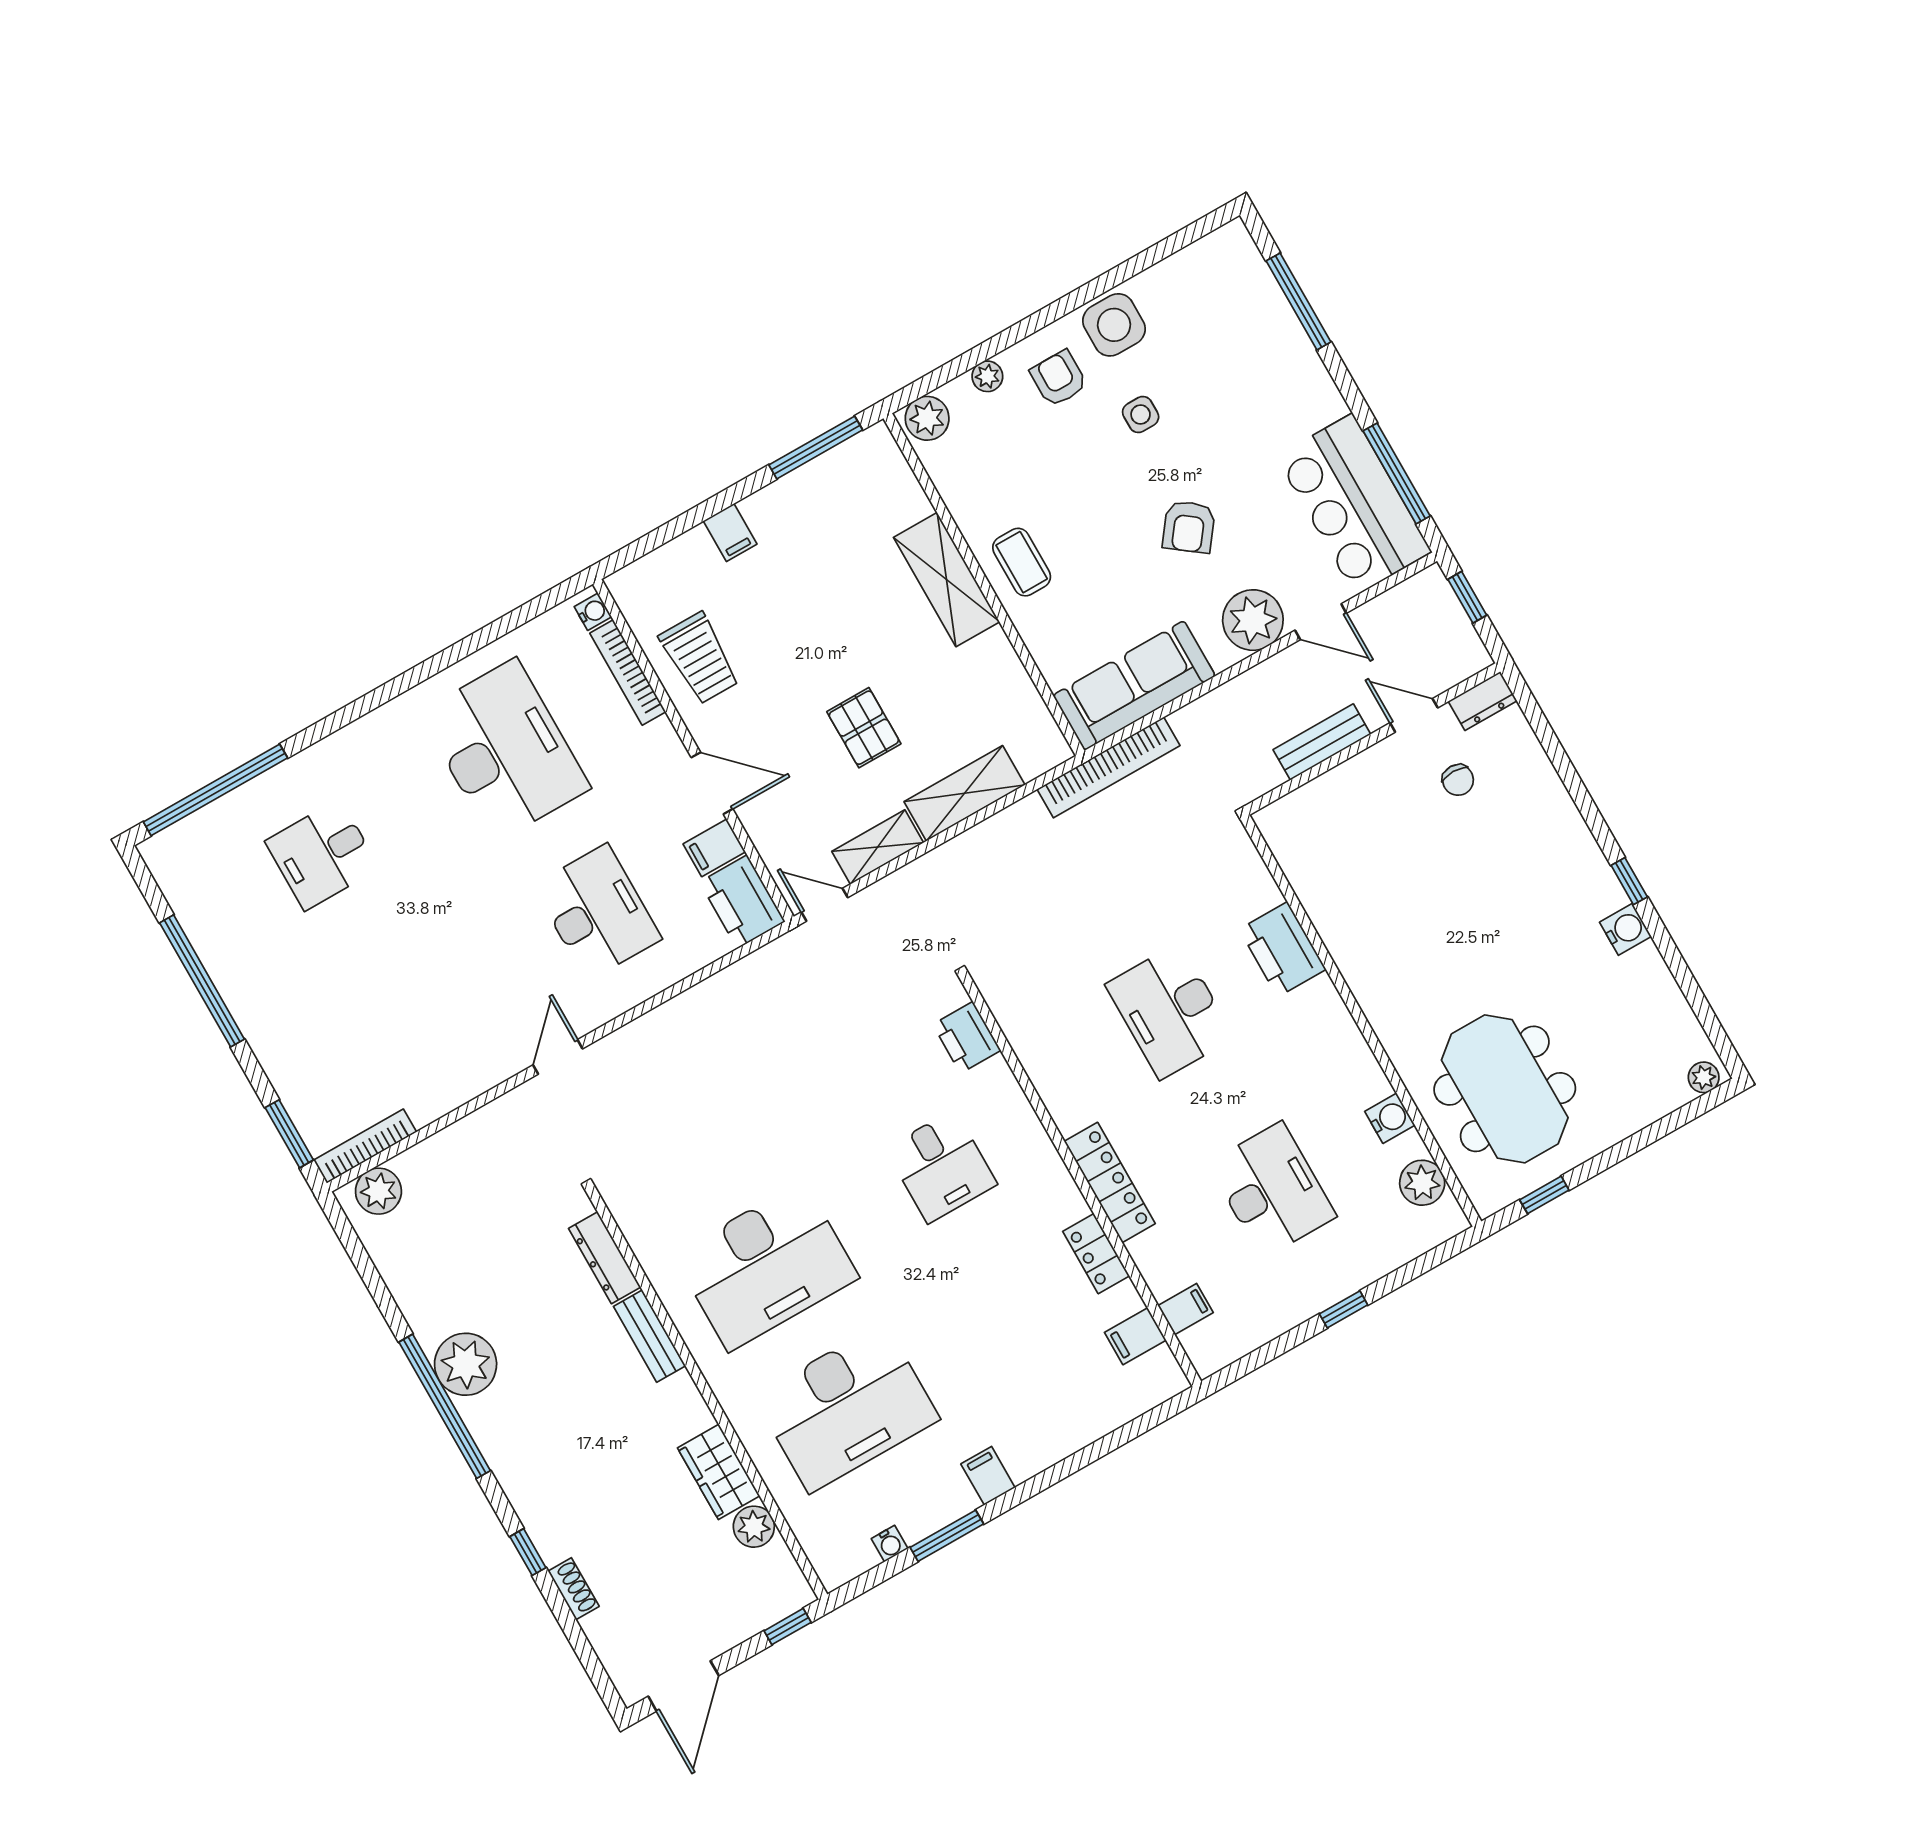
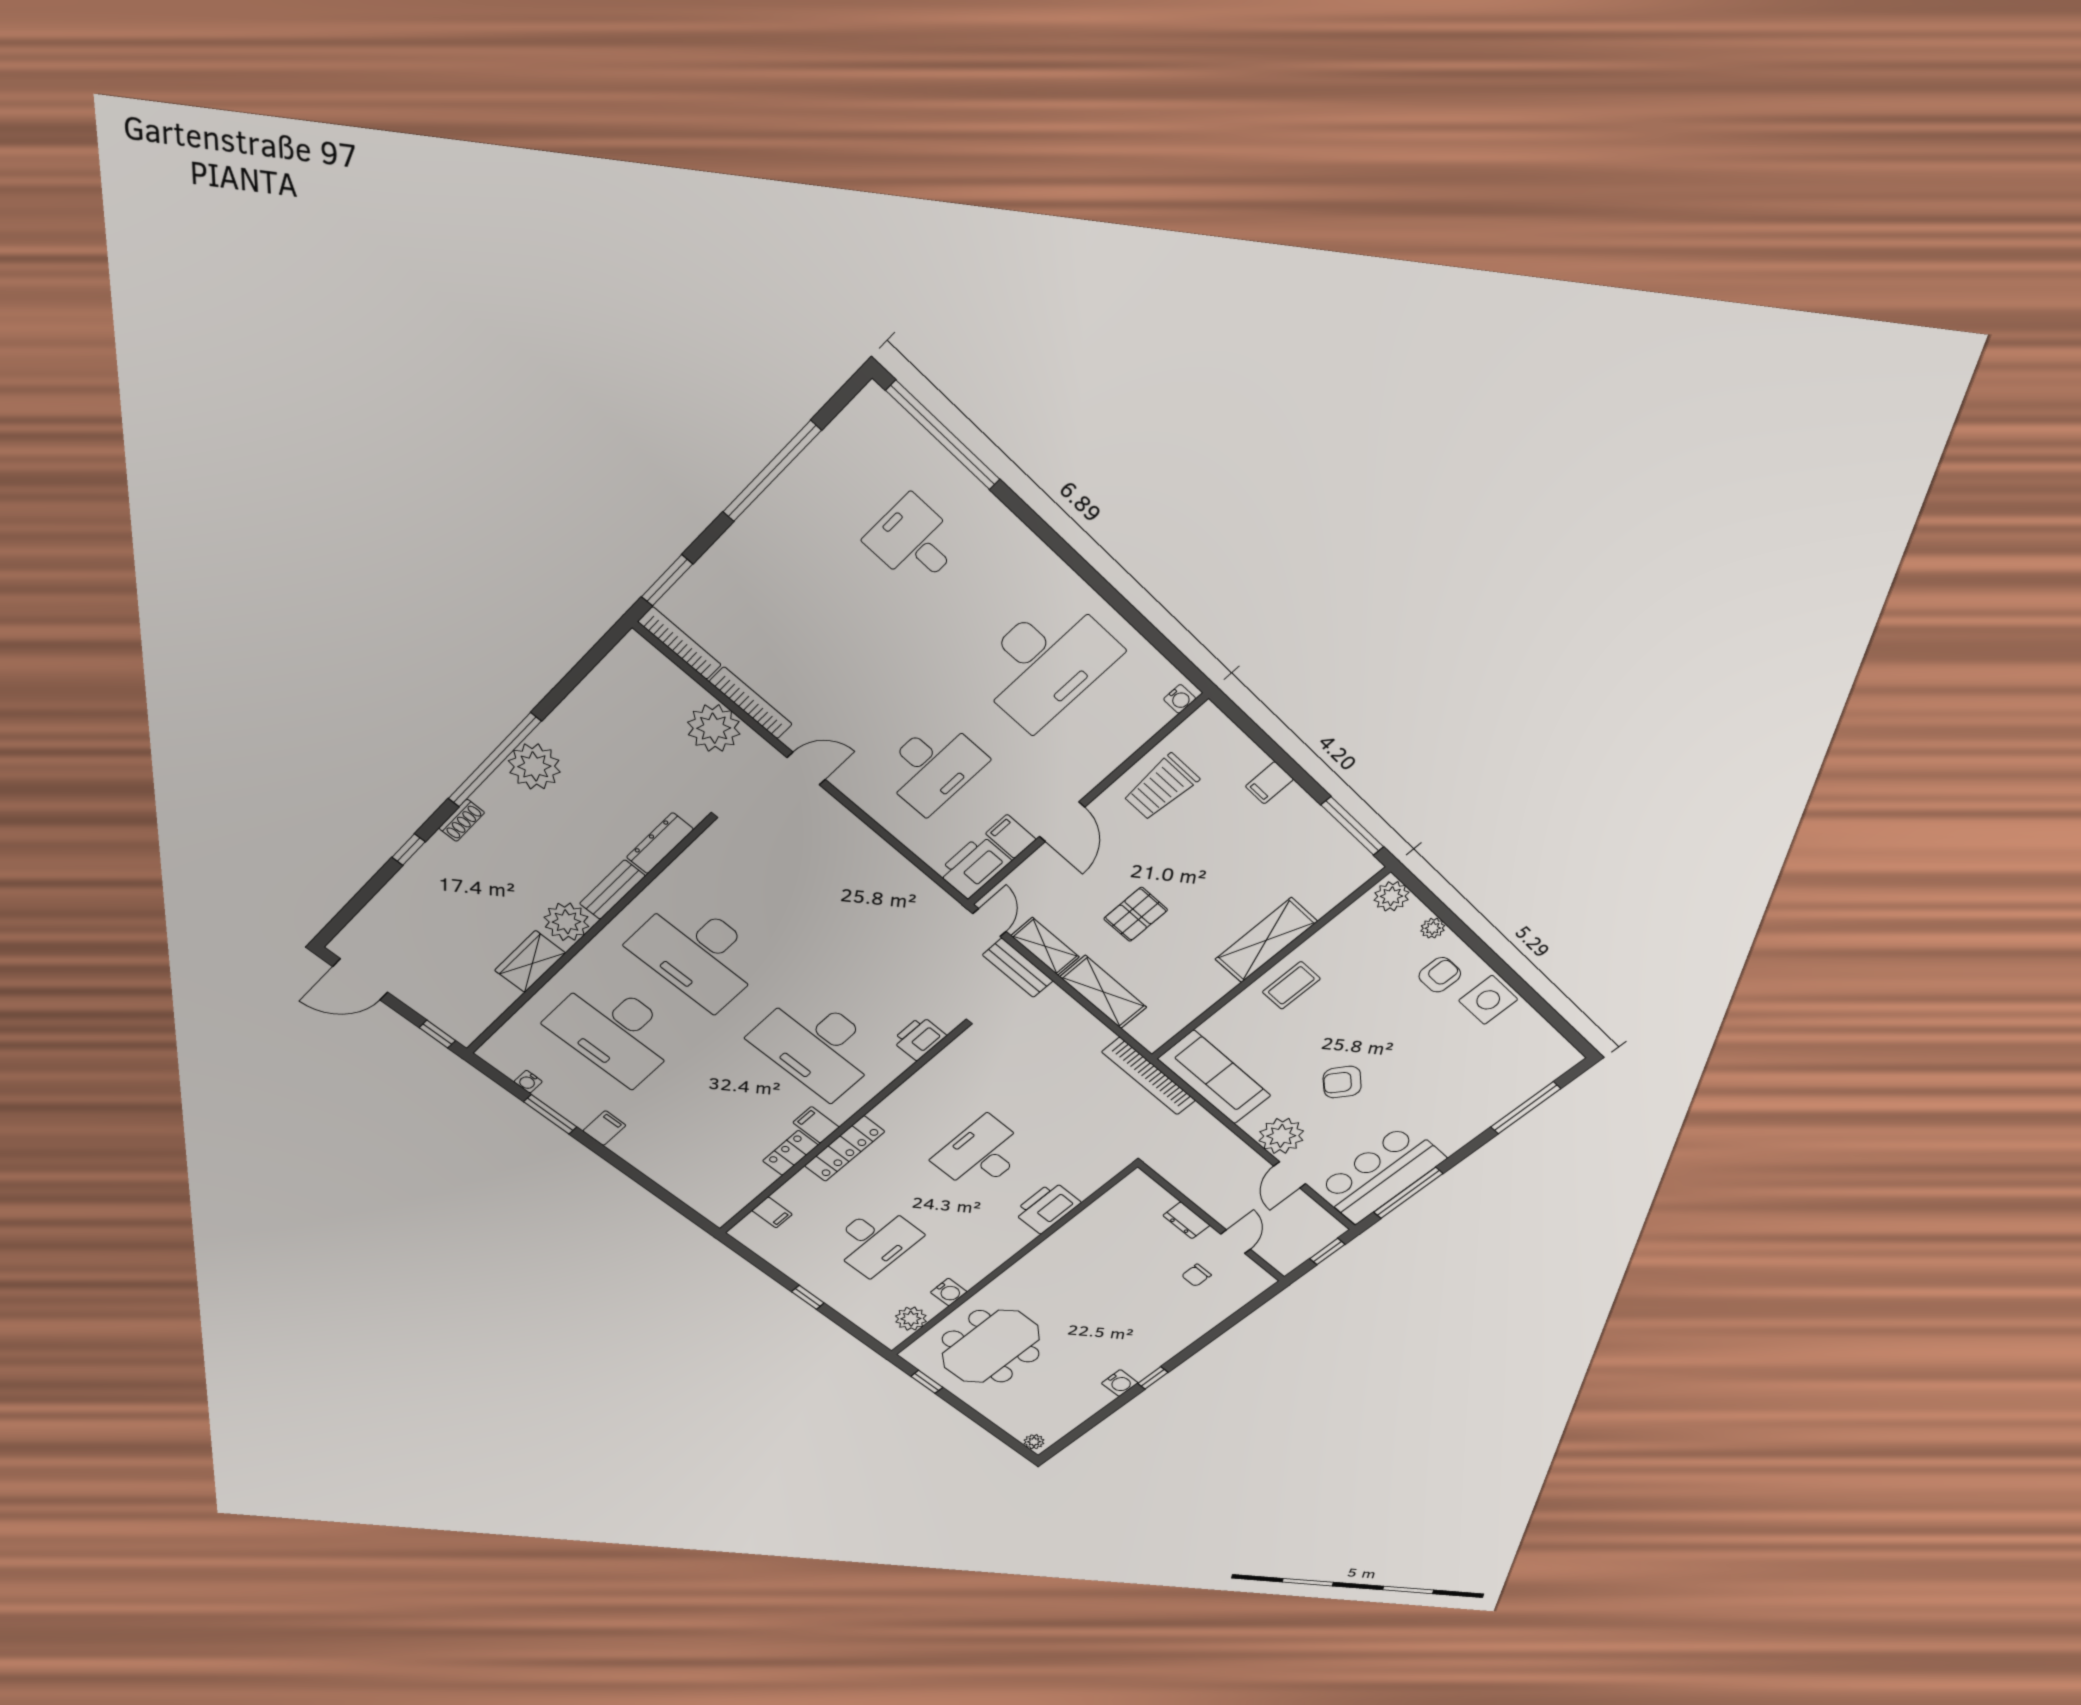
side table: (1141, 414) -> (1422, 1033), removed
bookcase: (628, 672) -> (751, 703), moved, turned 90
dresser: (1483, 701) -> (1186, 1220), moved
bench: (1322, 742) -> (1018, 968), moved
desk: (941, 1166) -> (817, 1046), width x1.87, depth x1.30
plant: (378, 1191) -> (714, 728), moved, width x1.36, depth x1.36
filing cabinet: (1135, 1336) -> (816, 1125), moved
plant: (754, 1527) -> (566, 922), moved, width x1.36, depth x1.36
shoe rack: (574, 1589) -> (462, 820), moved

